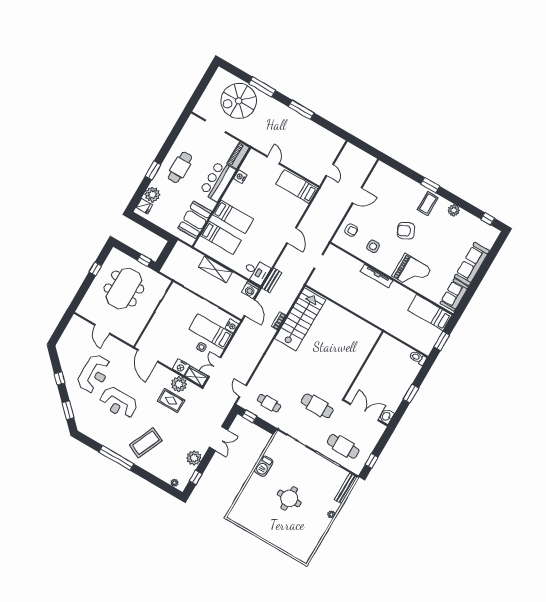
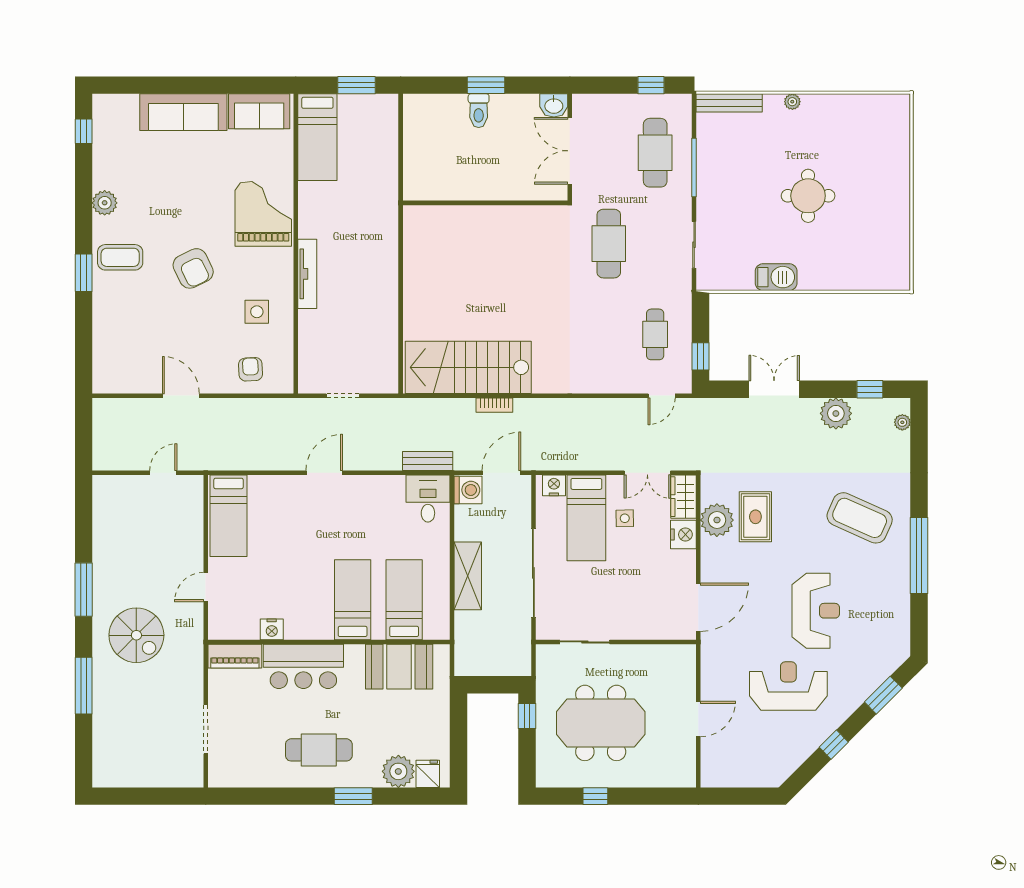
spiral stairs: (239, 101) -> (136, 635), moved, width x0.73, depth x0.73
toilet: (418, 358) -> (479, 111), moved

